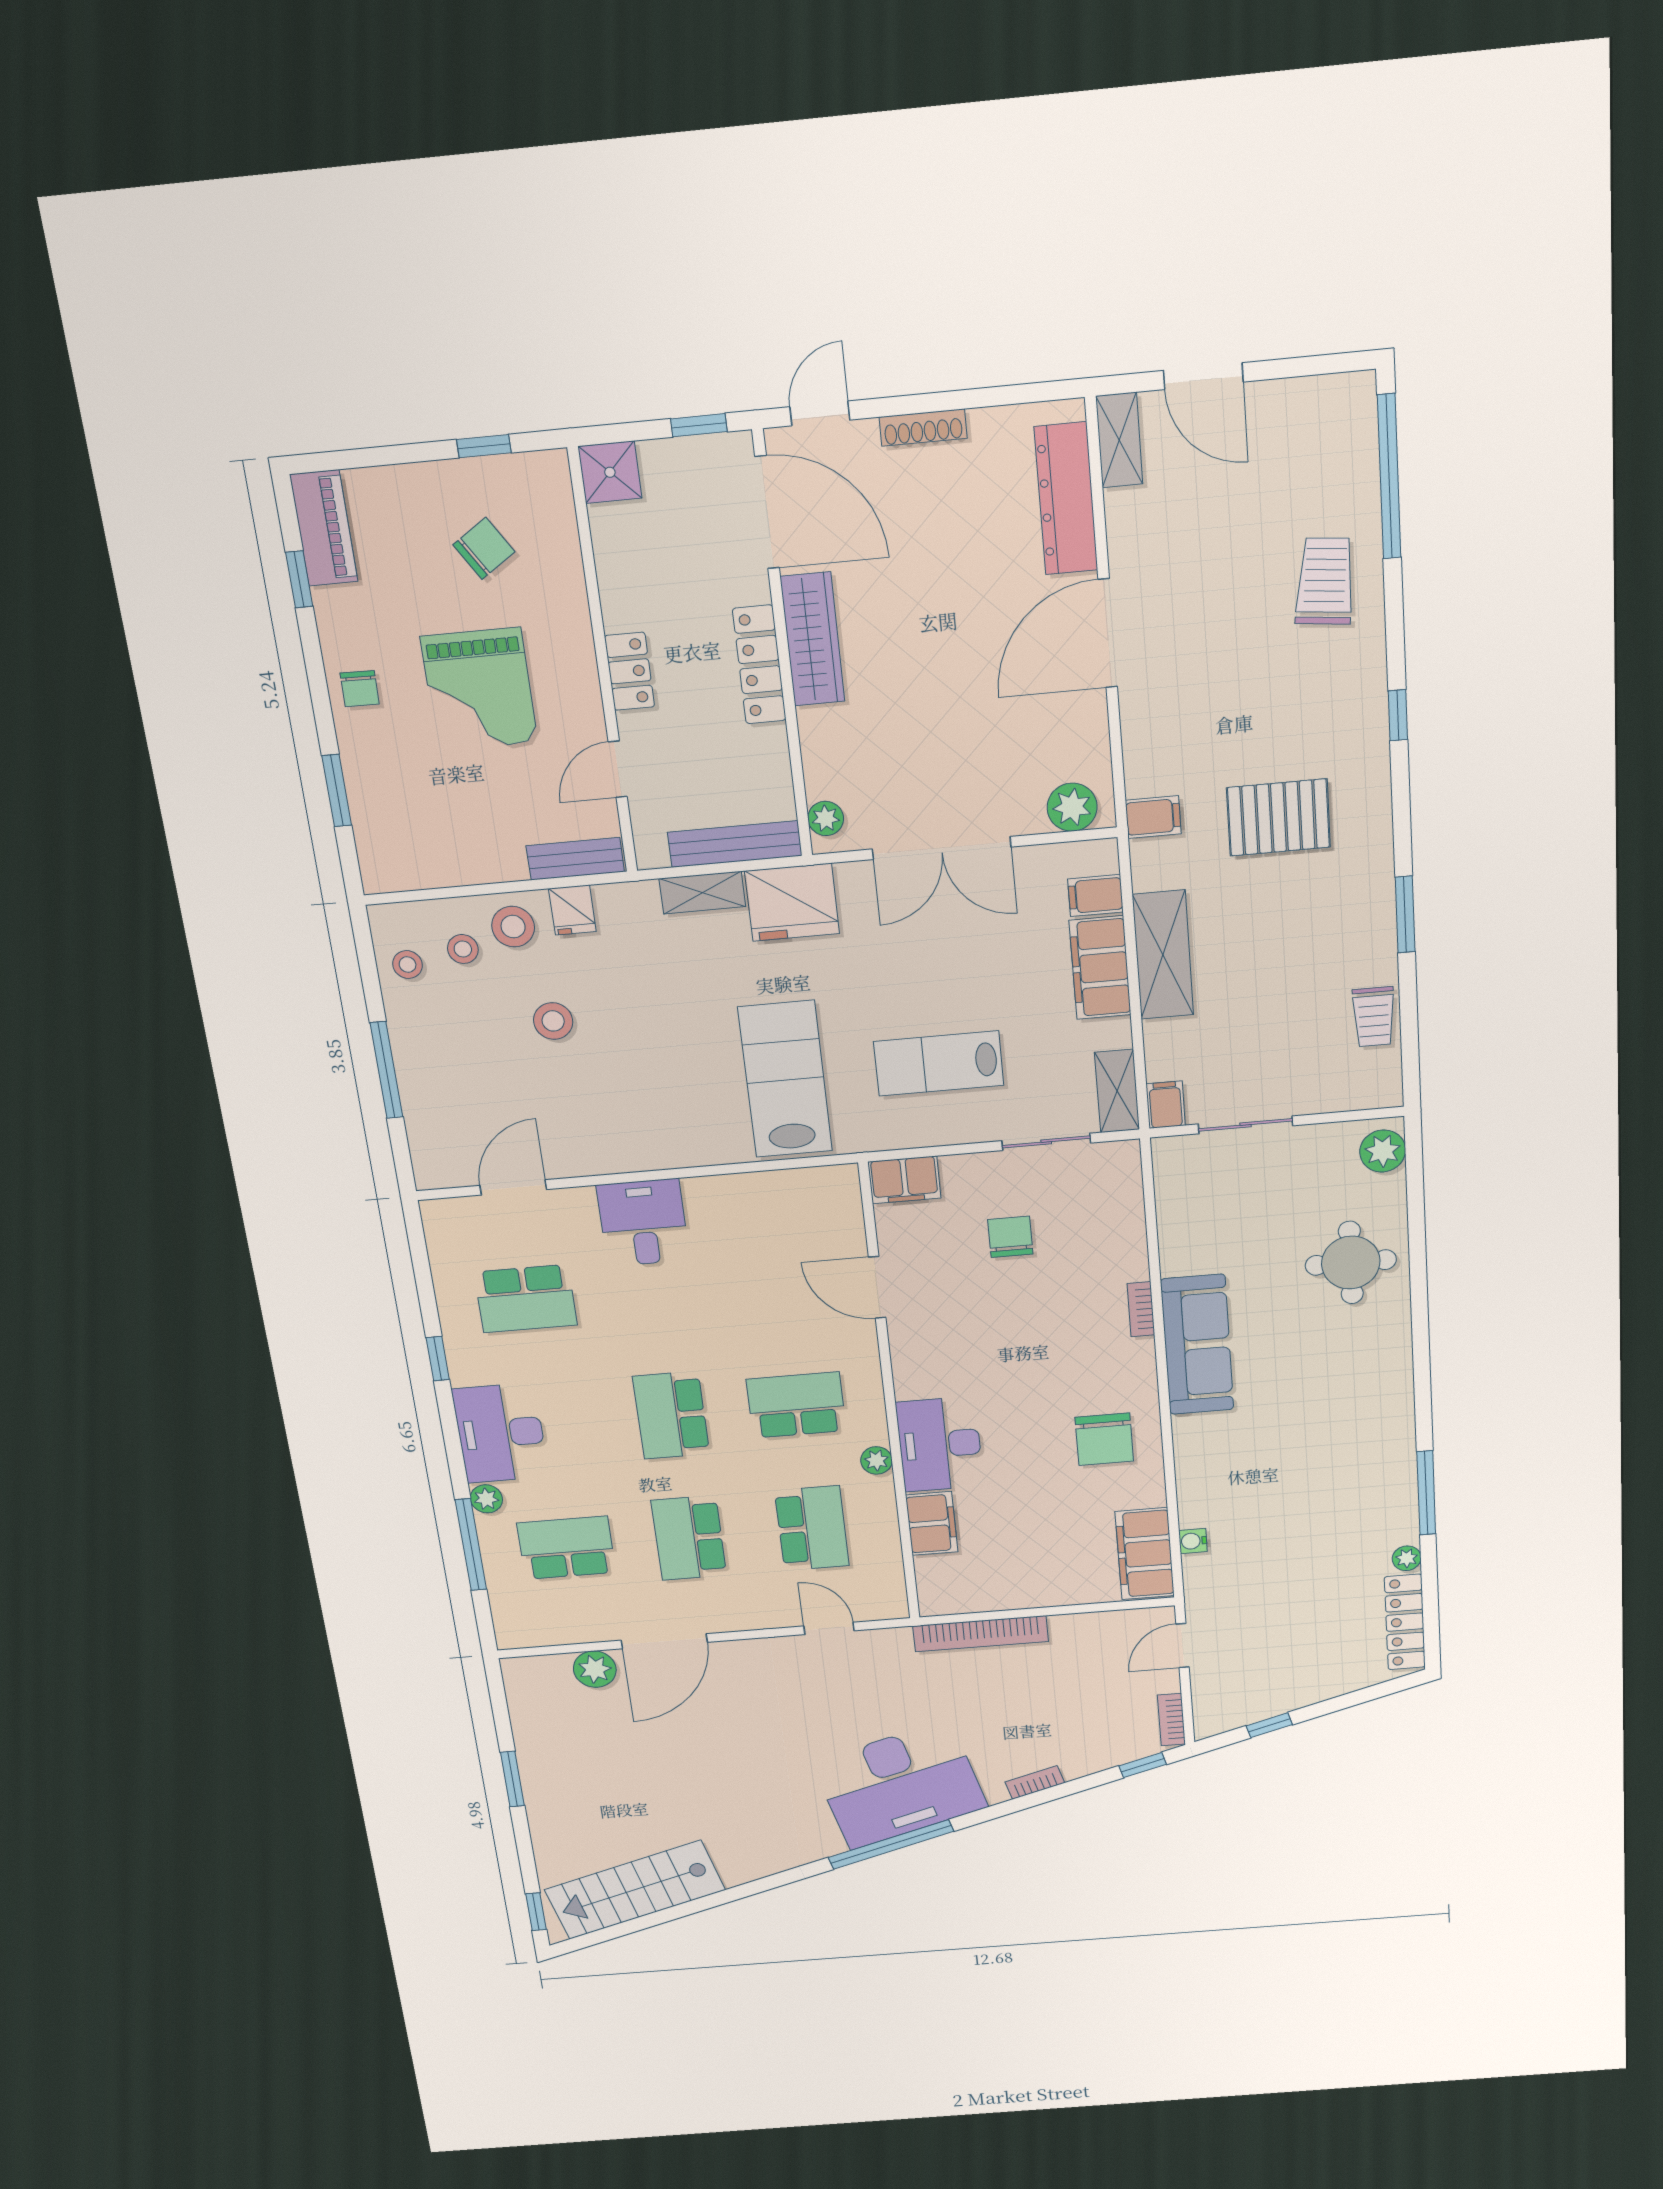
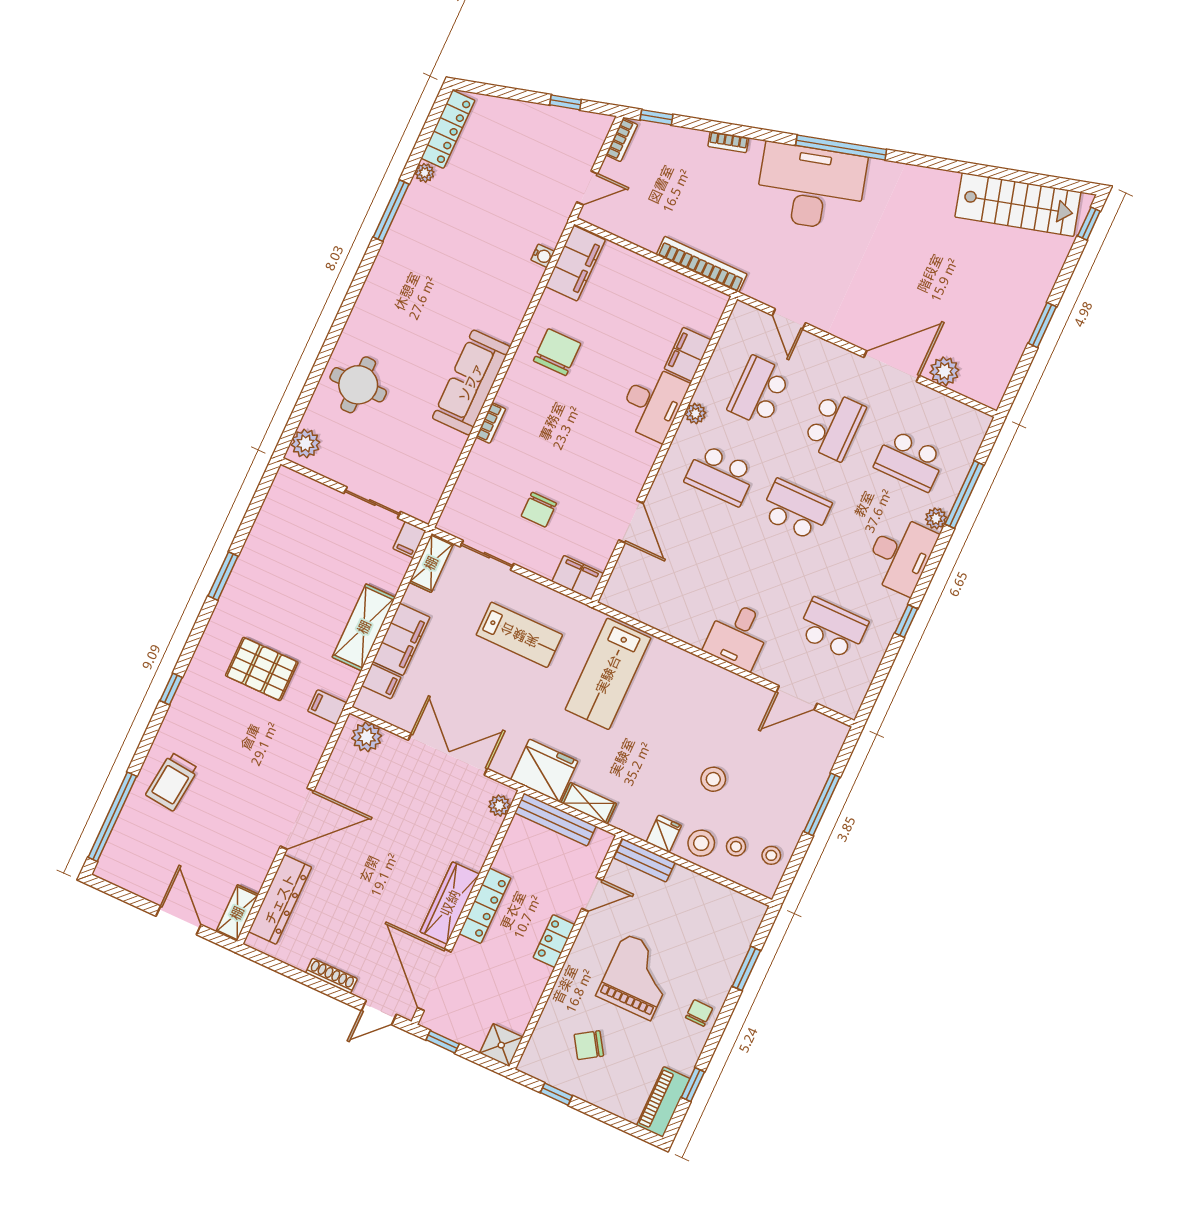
trolley: (1374, 1017) -> (270, 527), removed
school desk: (671, 1415) -> (796, 510), turned -90

